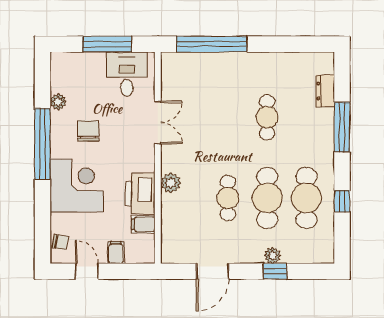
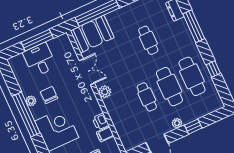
booth: (190, 72) -> (92, 34), added
desk: (127, 74) -> (40, 60), moved
plant: (58, 102) -> (31, 101), moved
plant: (171, 183) -> (105, 92), moved
printer: (140, 193) -> (101, 122), width x0.53, depth x0.68
plant: (272, 256) -> (177, 123), moved

